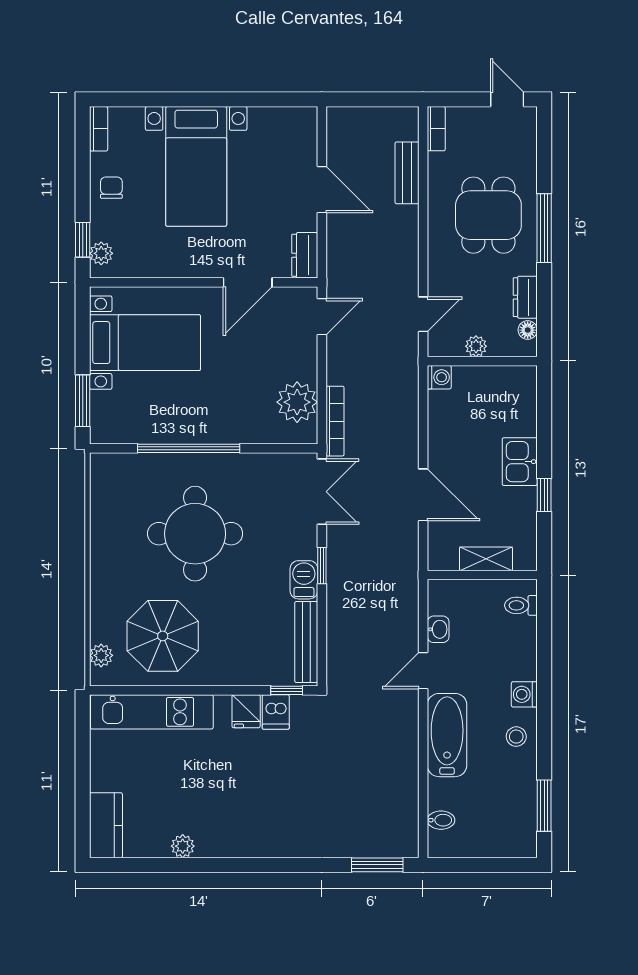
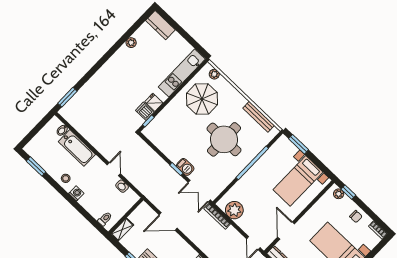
shelving: (486, 559) -> (122, 229), moved
barbecue: (304, 580) -> (185, 167), moved
bench: (306, 642) -> (259, 117), moved
bathtub: (447, 735) -> (77, 148), moved

